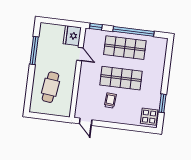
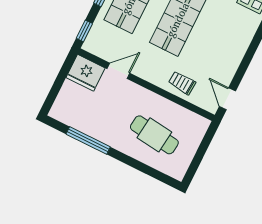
trolley: (110, 101) -> (182, 83), moved
door: (86, 122) -> (228, 99), swing flipped

